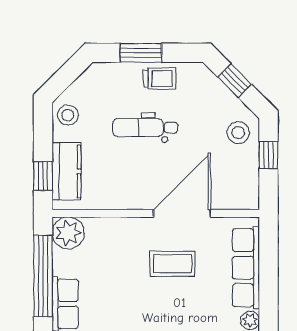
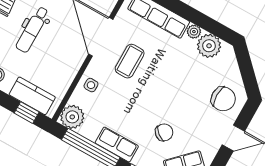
side table: (118, 234) -> (91, 85), added

